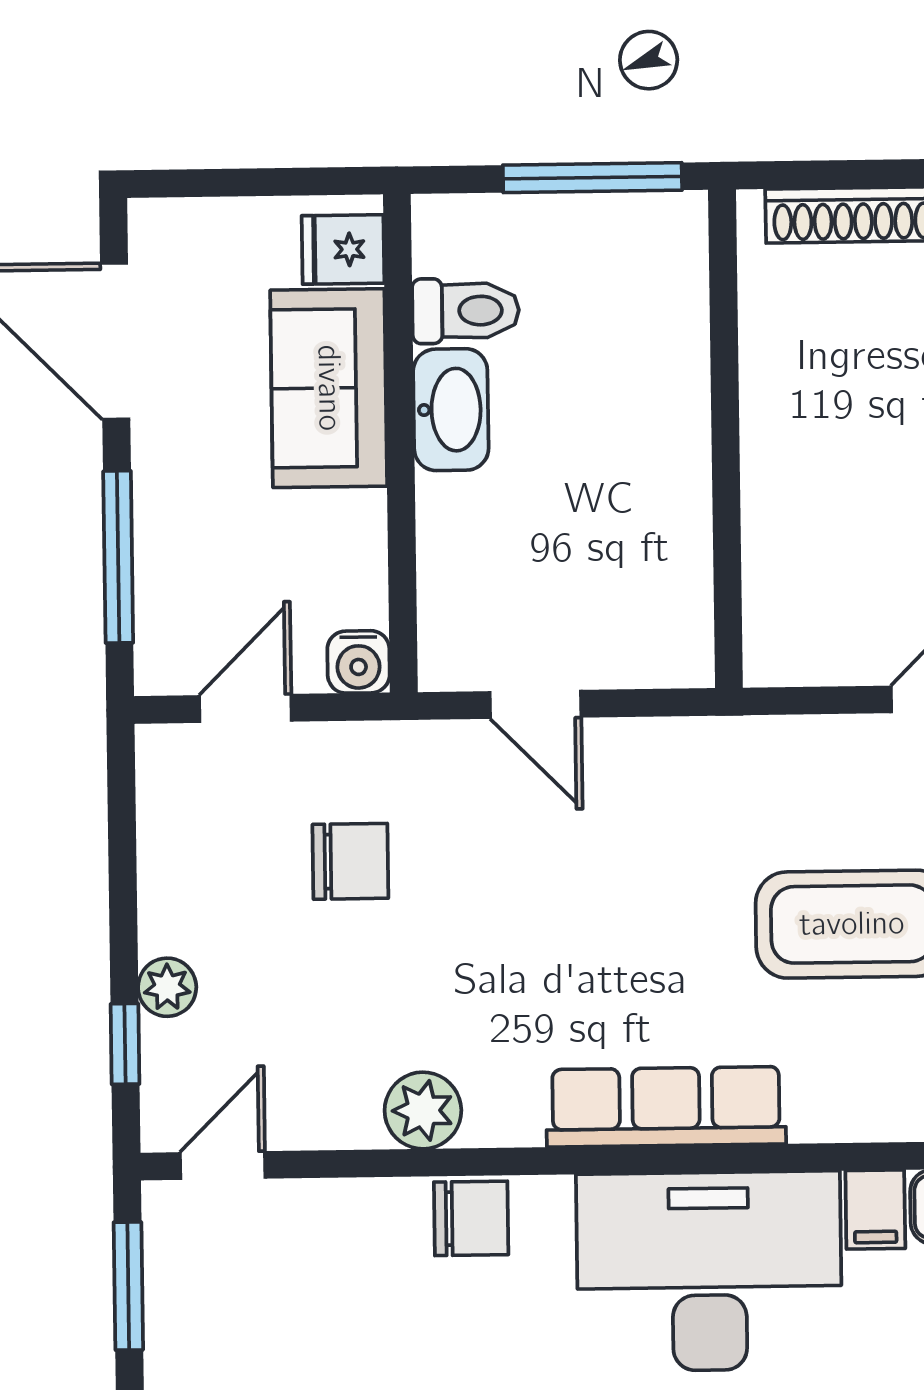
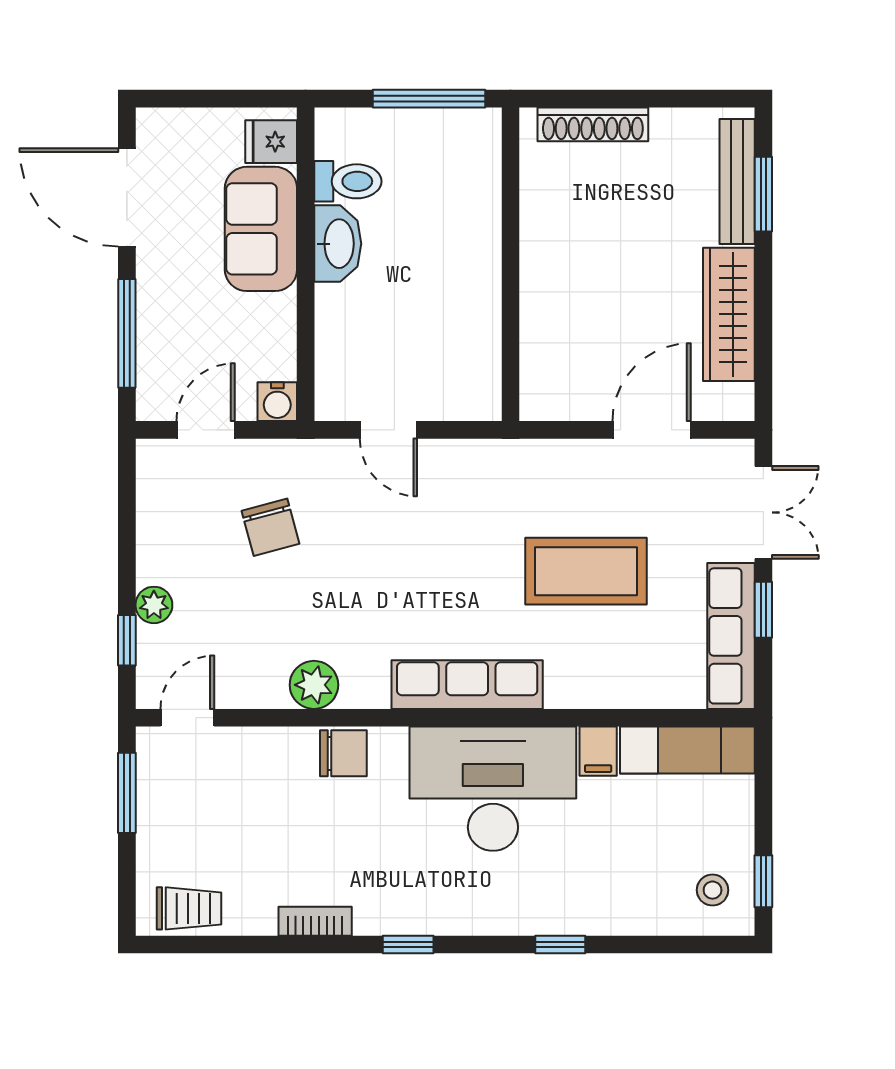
chair: (350, 861) -> (270, 527), turned 75

